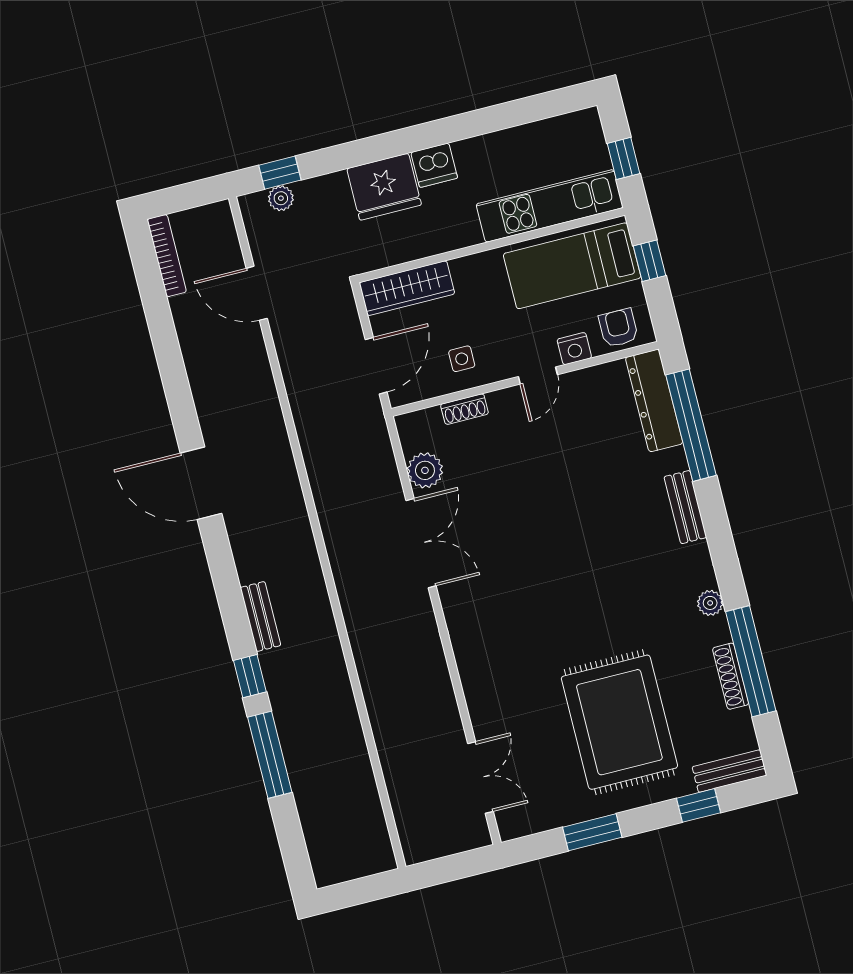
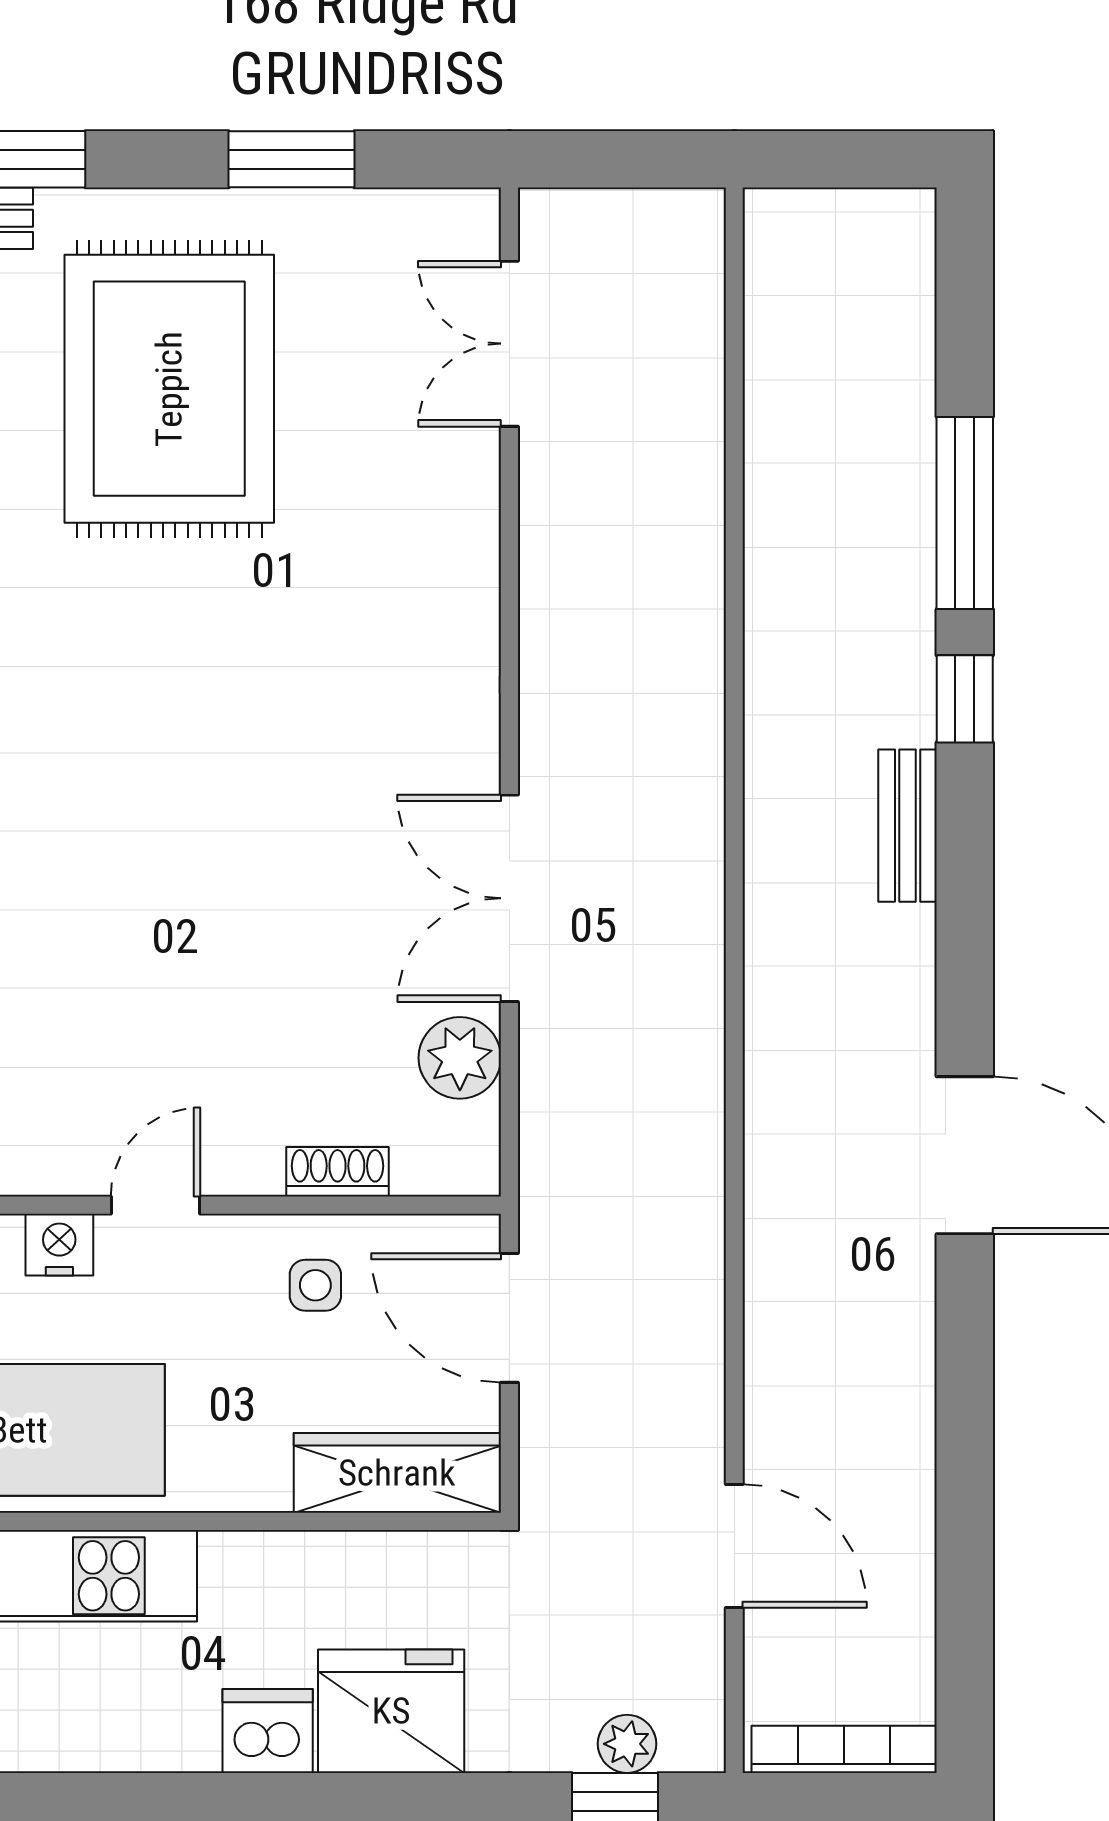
bookcase: (167, 256) -> (844, 1749), moved, turned 90
door: (376, 366) -> (509, 1318), hinge flipped

